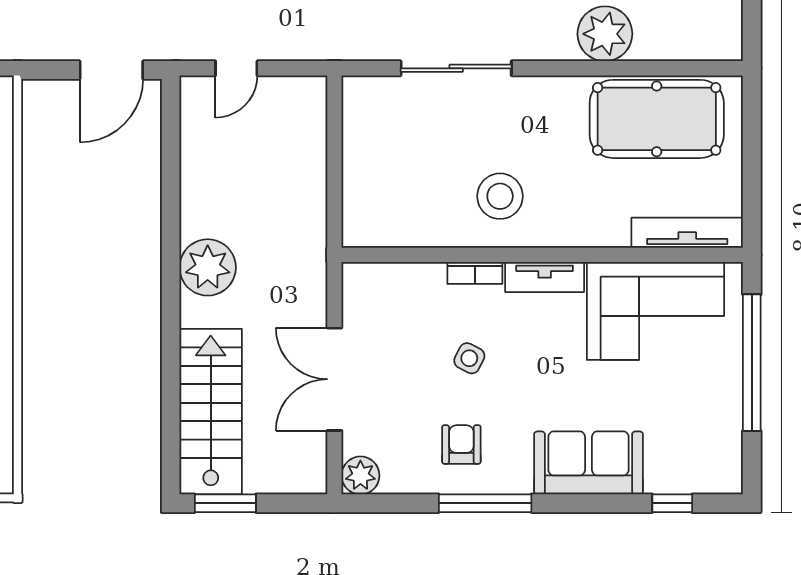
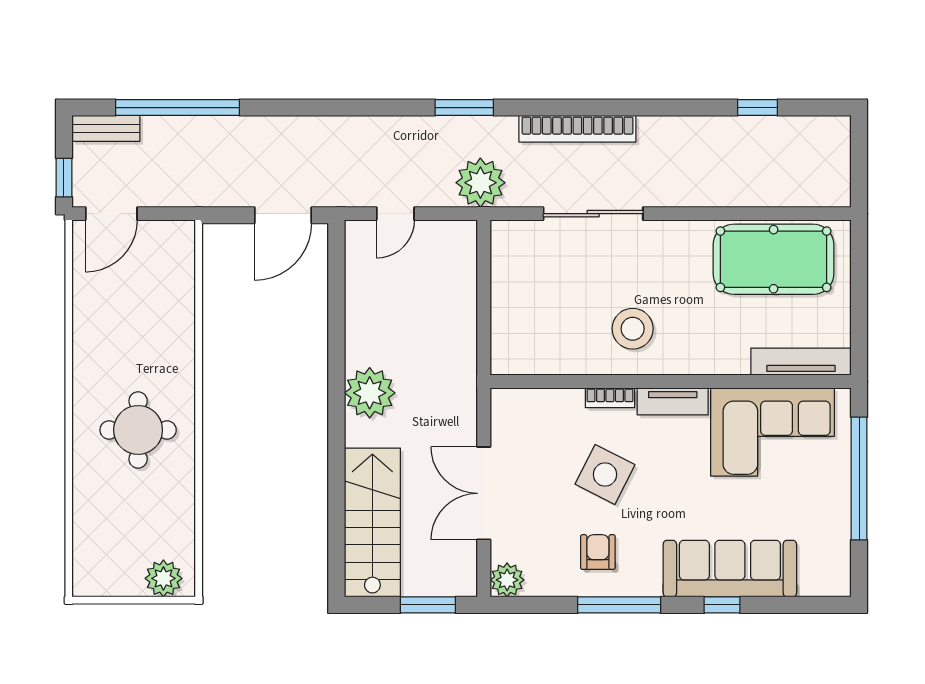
plant: (605, 34) -> (480, 183), moved
side table: (469, 358) -> (605, 474), width x1.87, depth x1.87
sofa: (588, 463) -> (730, 569), width x1.36
window: (225, 503) -> (428, 605), moved
window: (672, 503) -> (722, 605), moved

